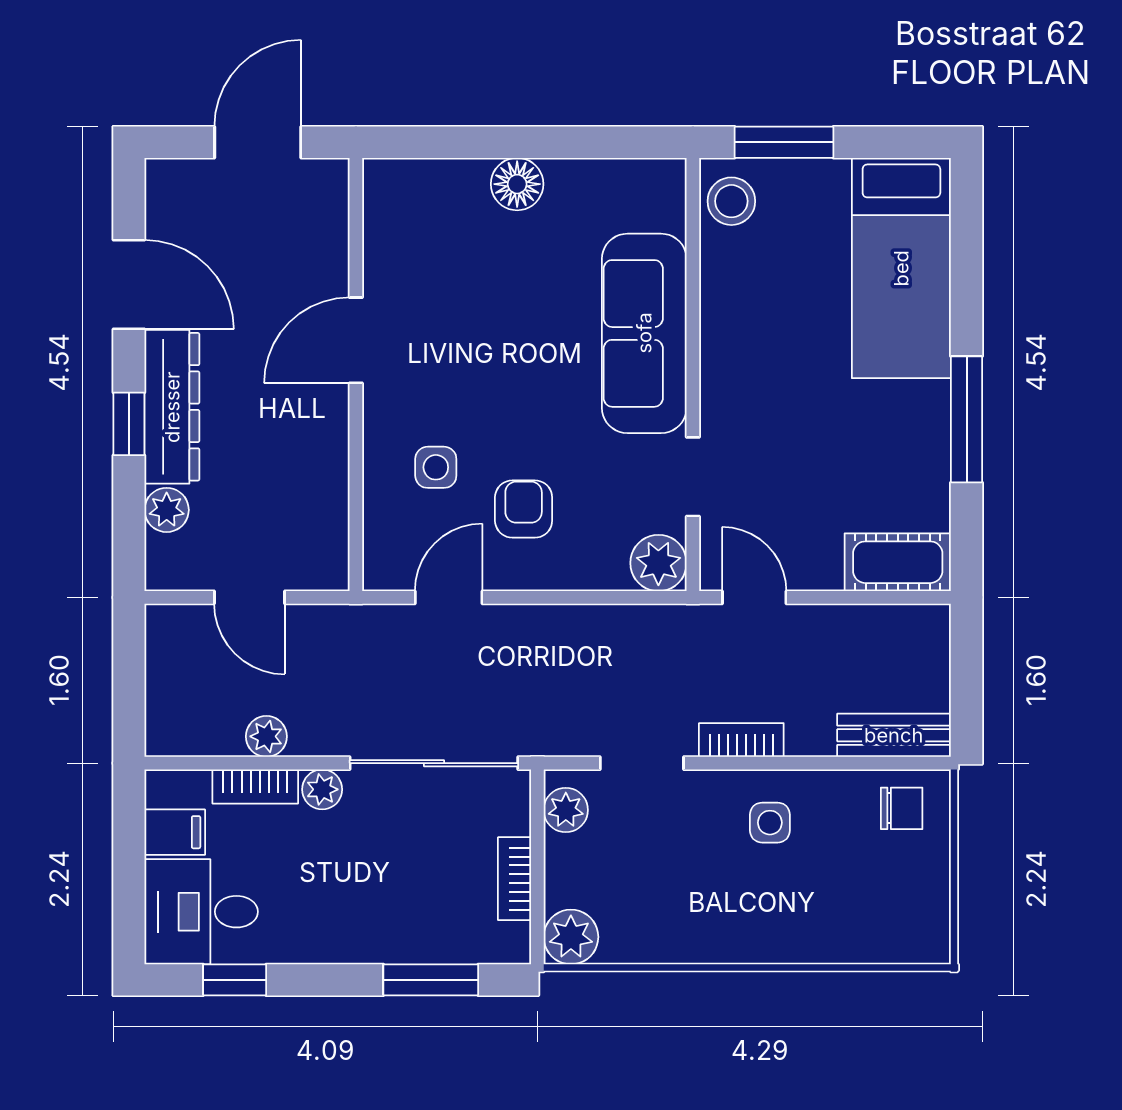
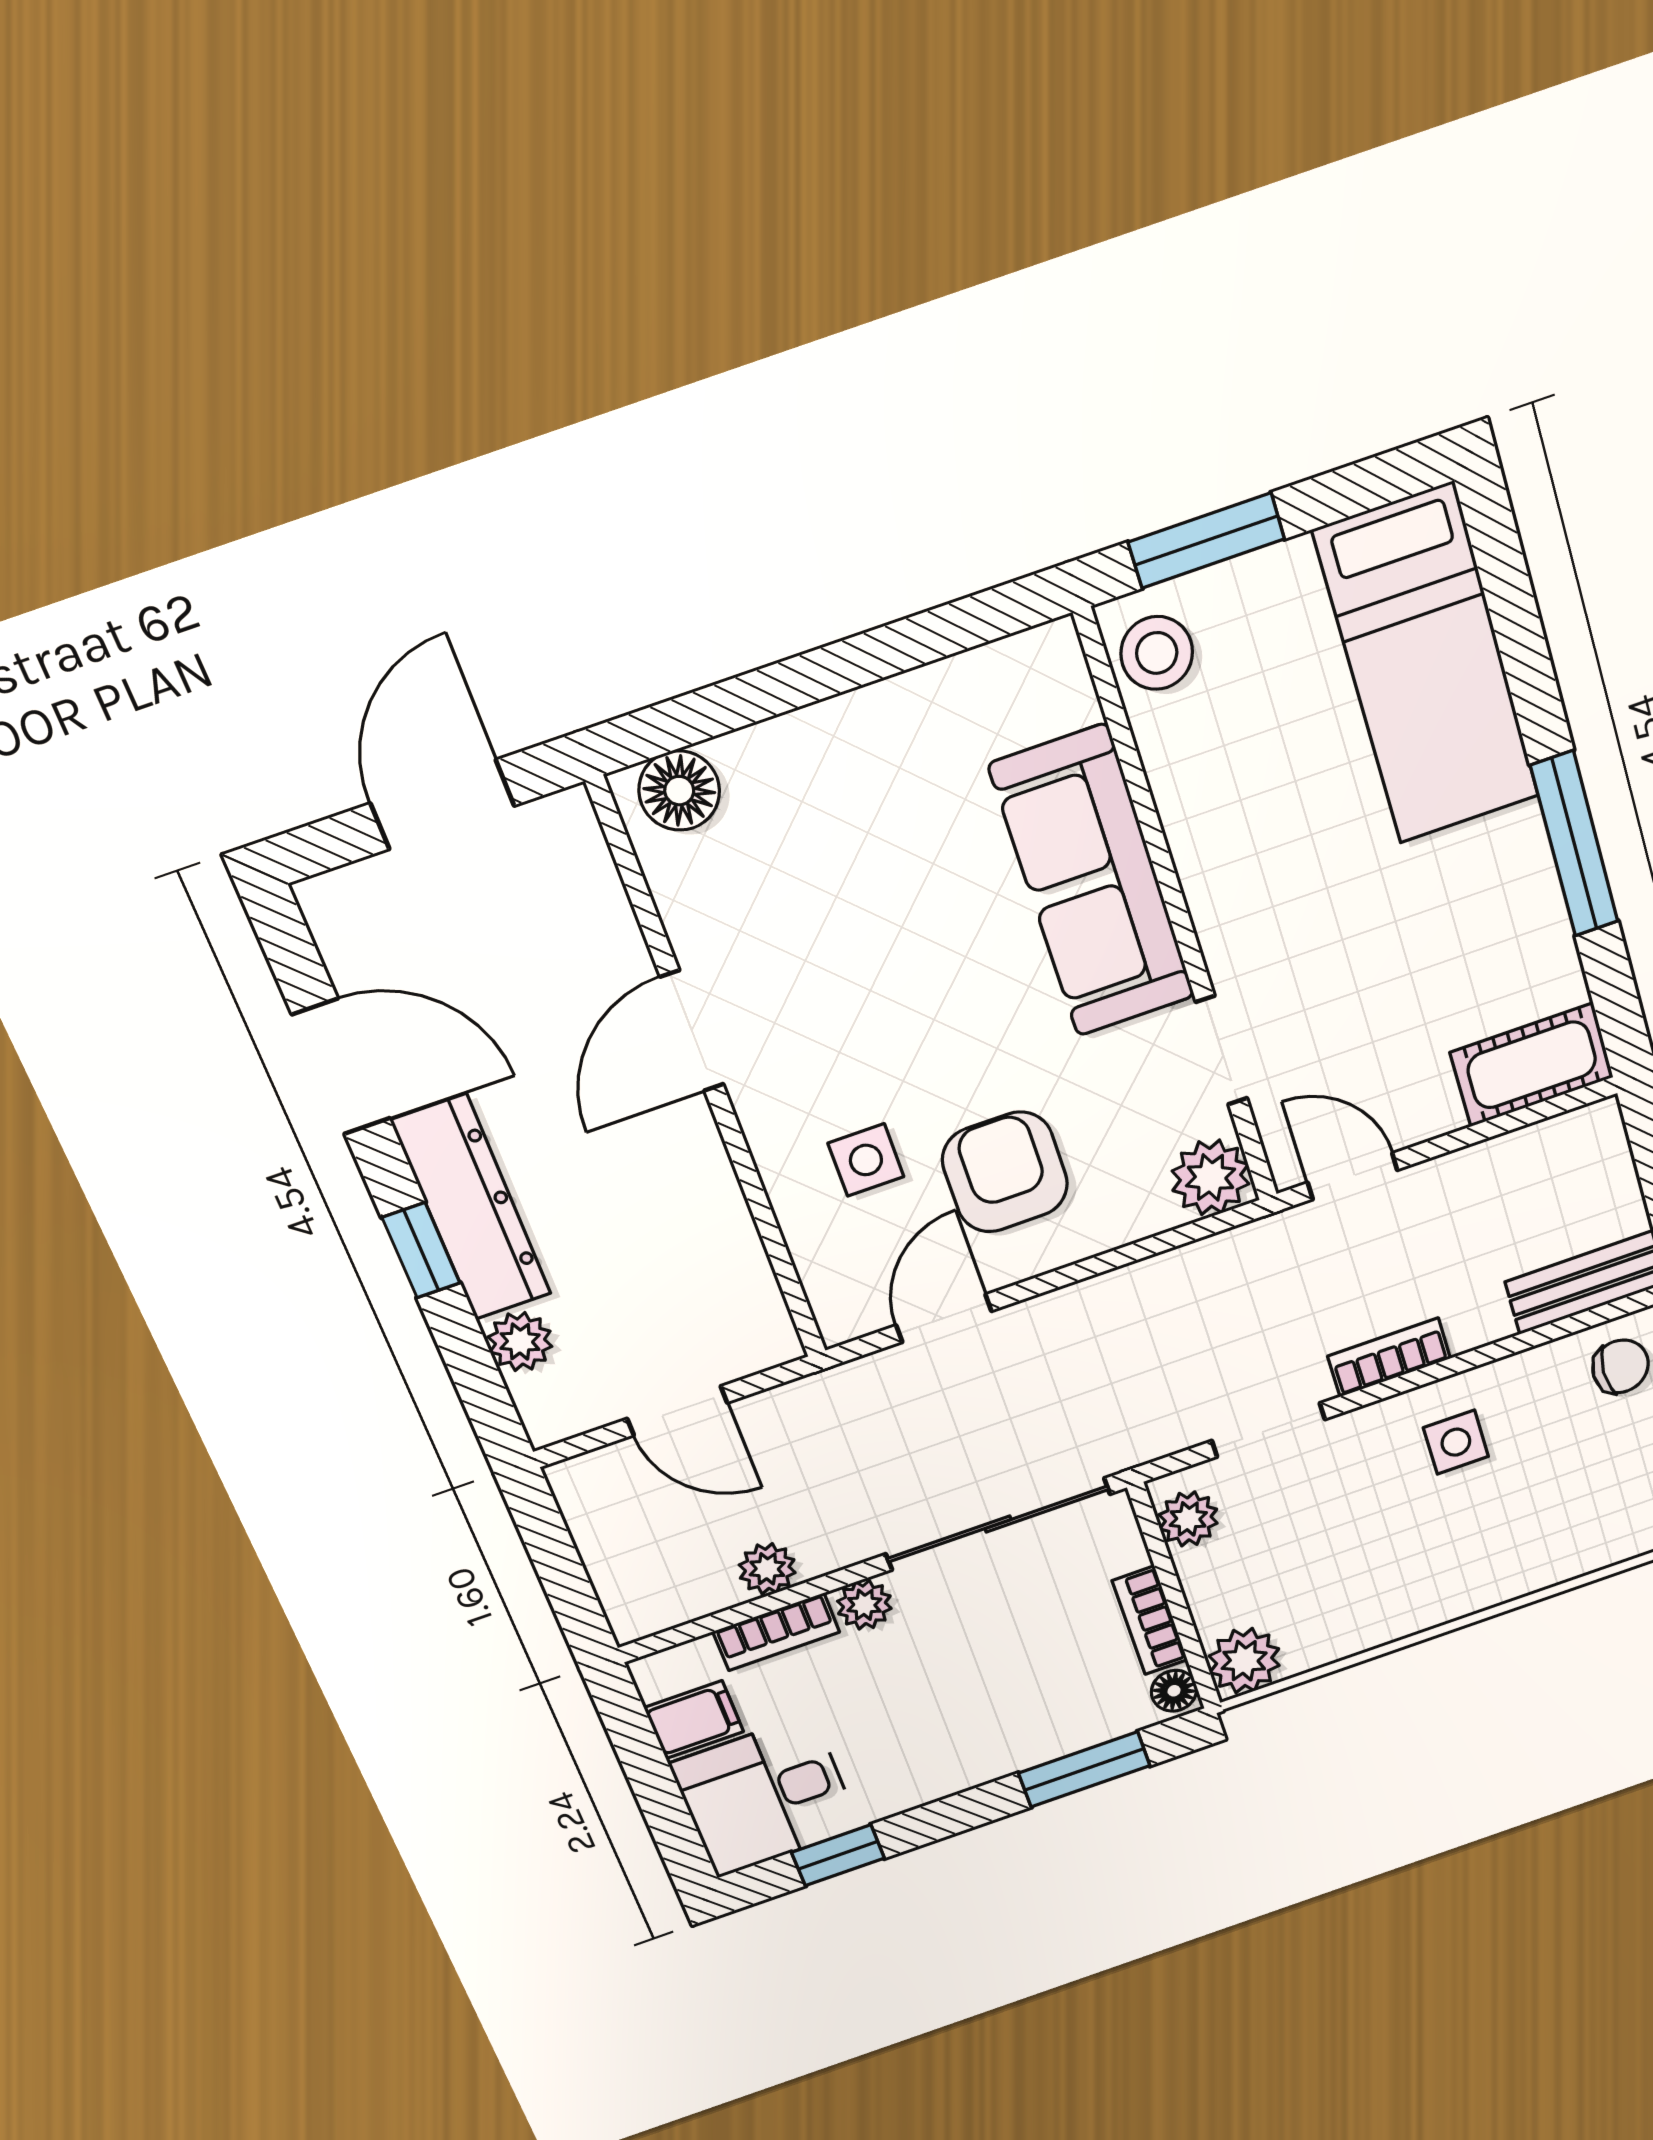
floor lamp: (517, 184) -> (679, 791), moved
armchair: (524, 509) -> (1005, 1172), width x1.38, depth x1.38
floor lamp: (514, 941) -> (1174, 1691), added

